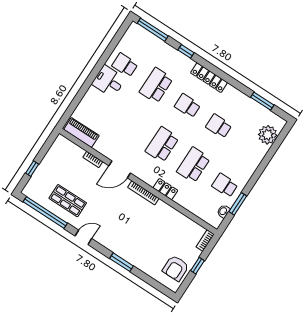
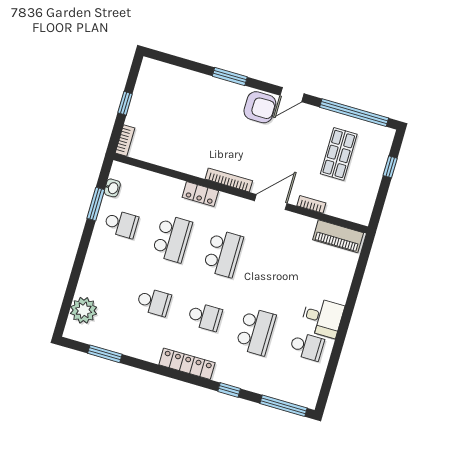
shop shelf: (68, 201) -> (339, 154), moved, turned 90
armchair: (176, 268) -> (260, 107), moved, turned 90

